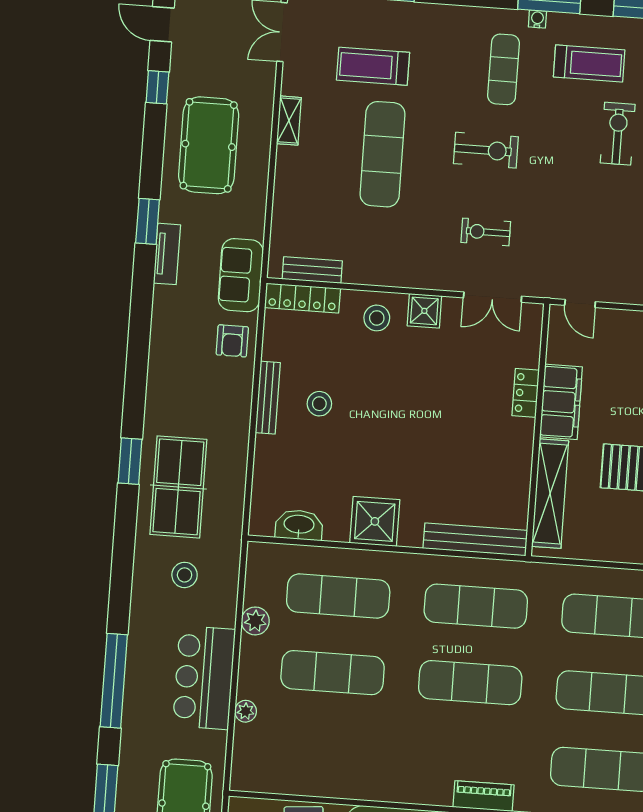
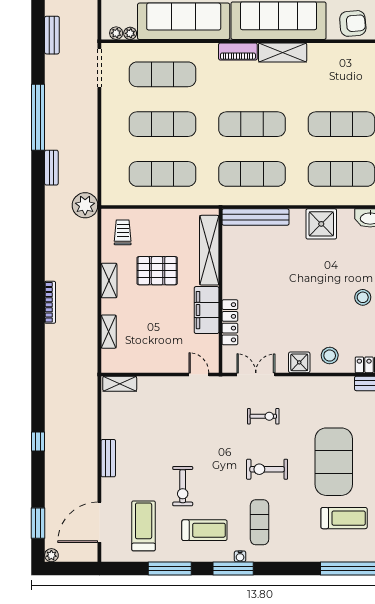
treadmill: (589, 63) -> (204, 530), turned 180
exercise mat: (383, 154) -> (334, 462), width x1.47
locker: (526, 393) -> (230, 322), width x1.53
shelving: (415, 789) -> (283, 52), added

